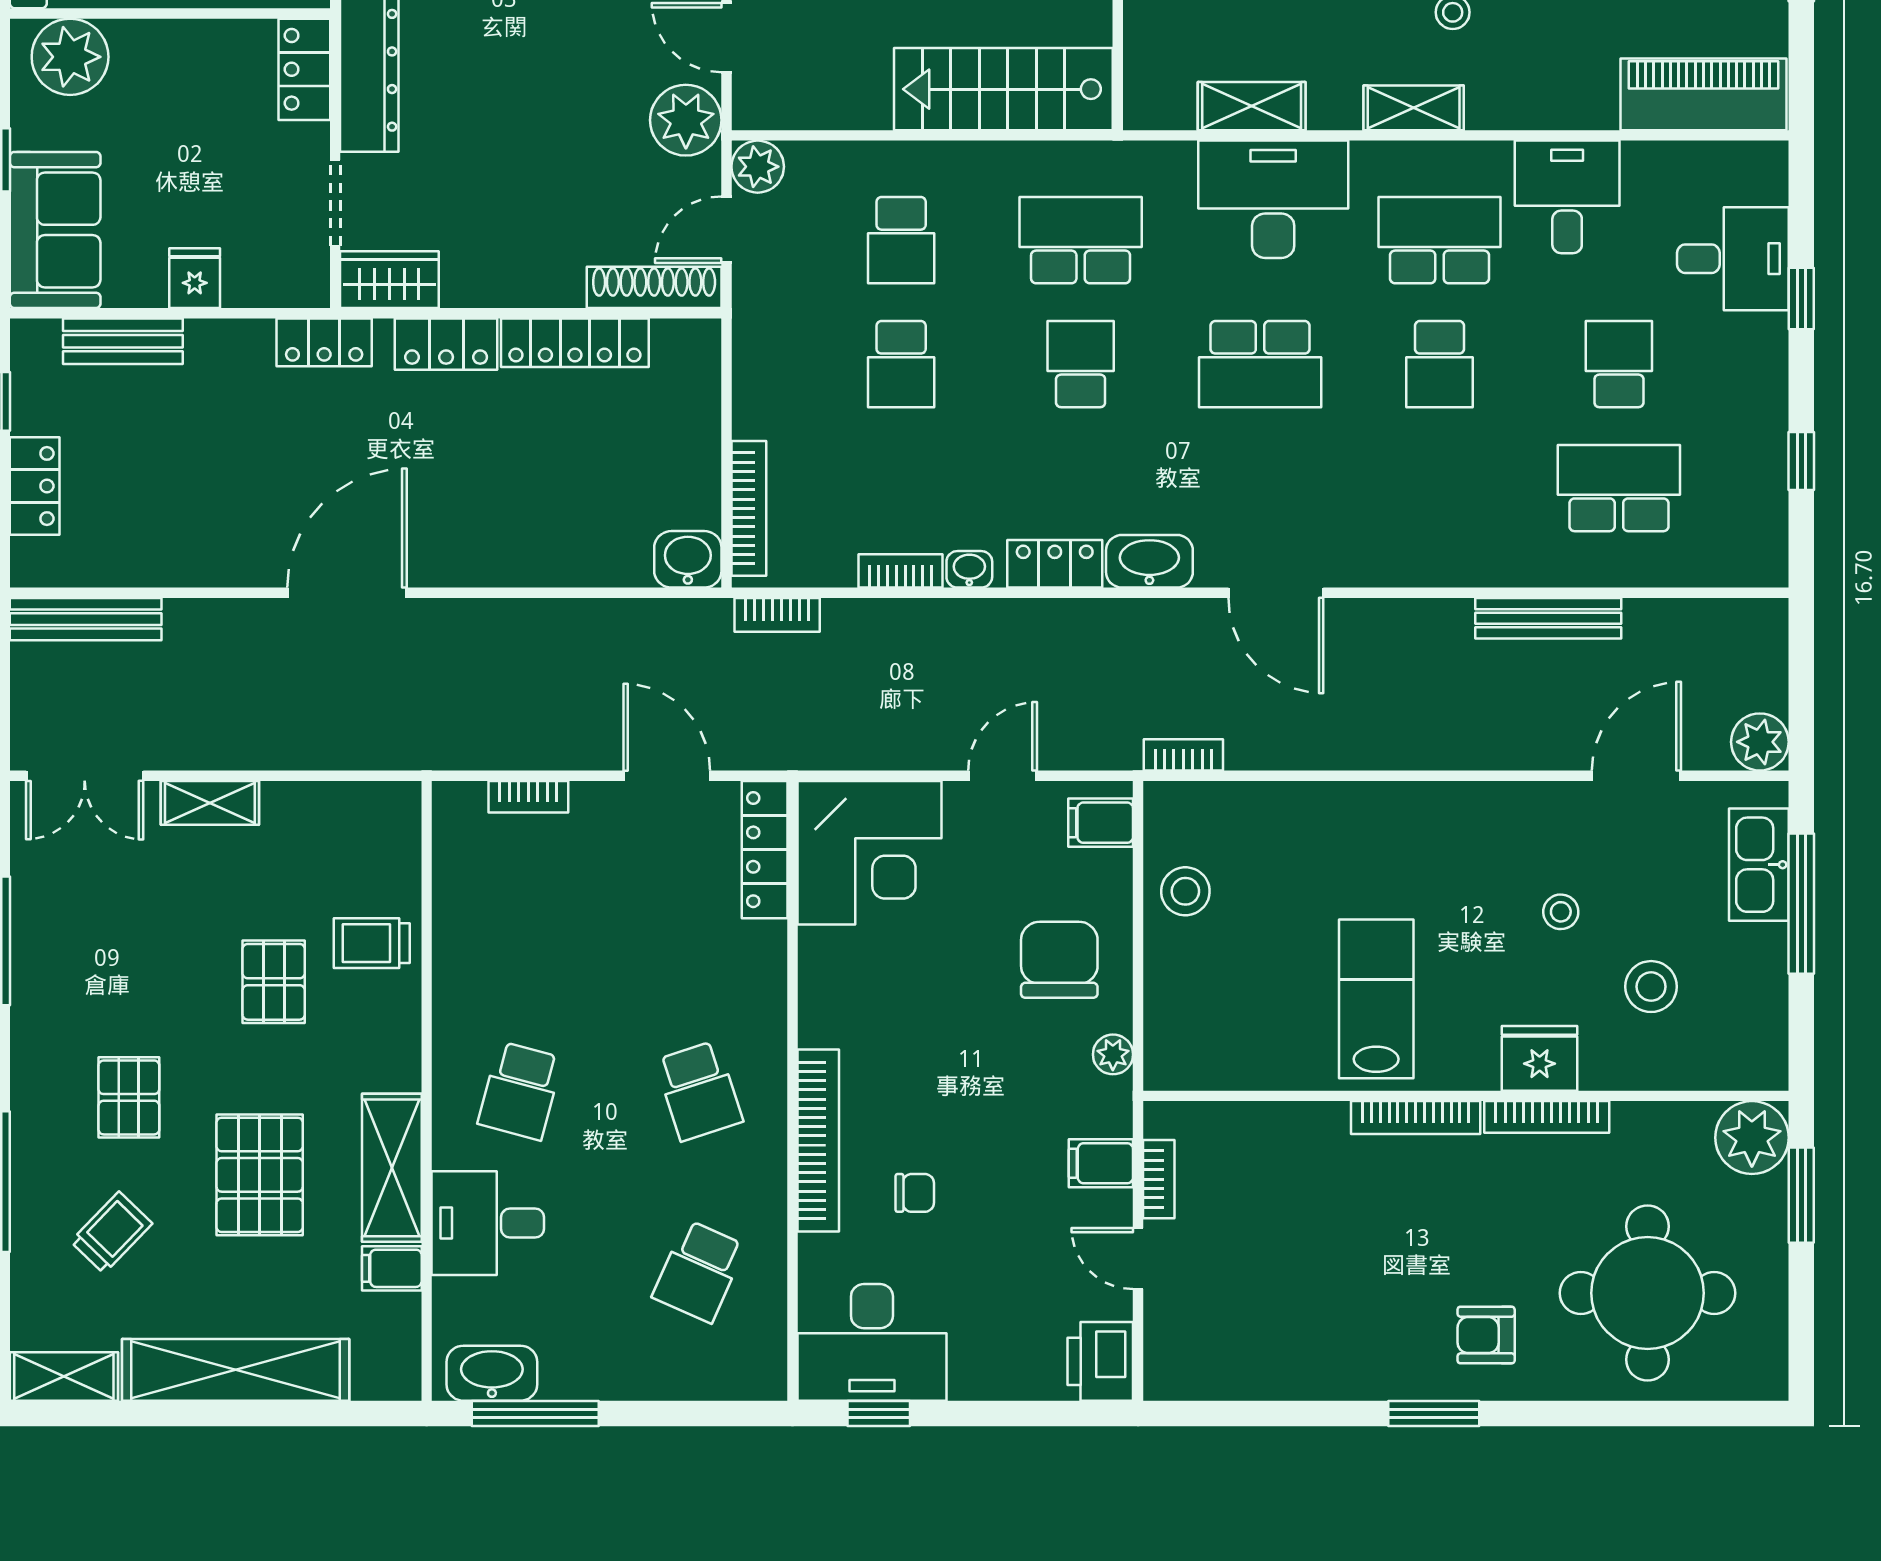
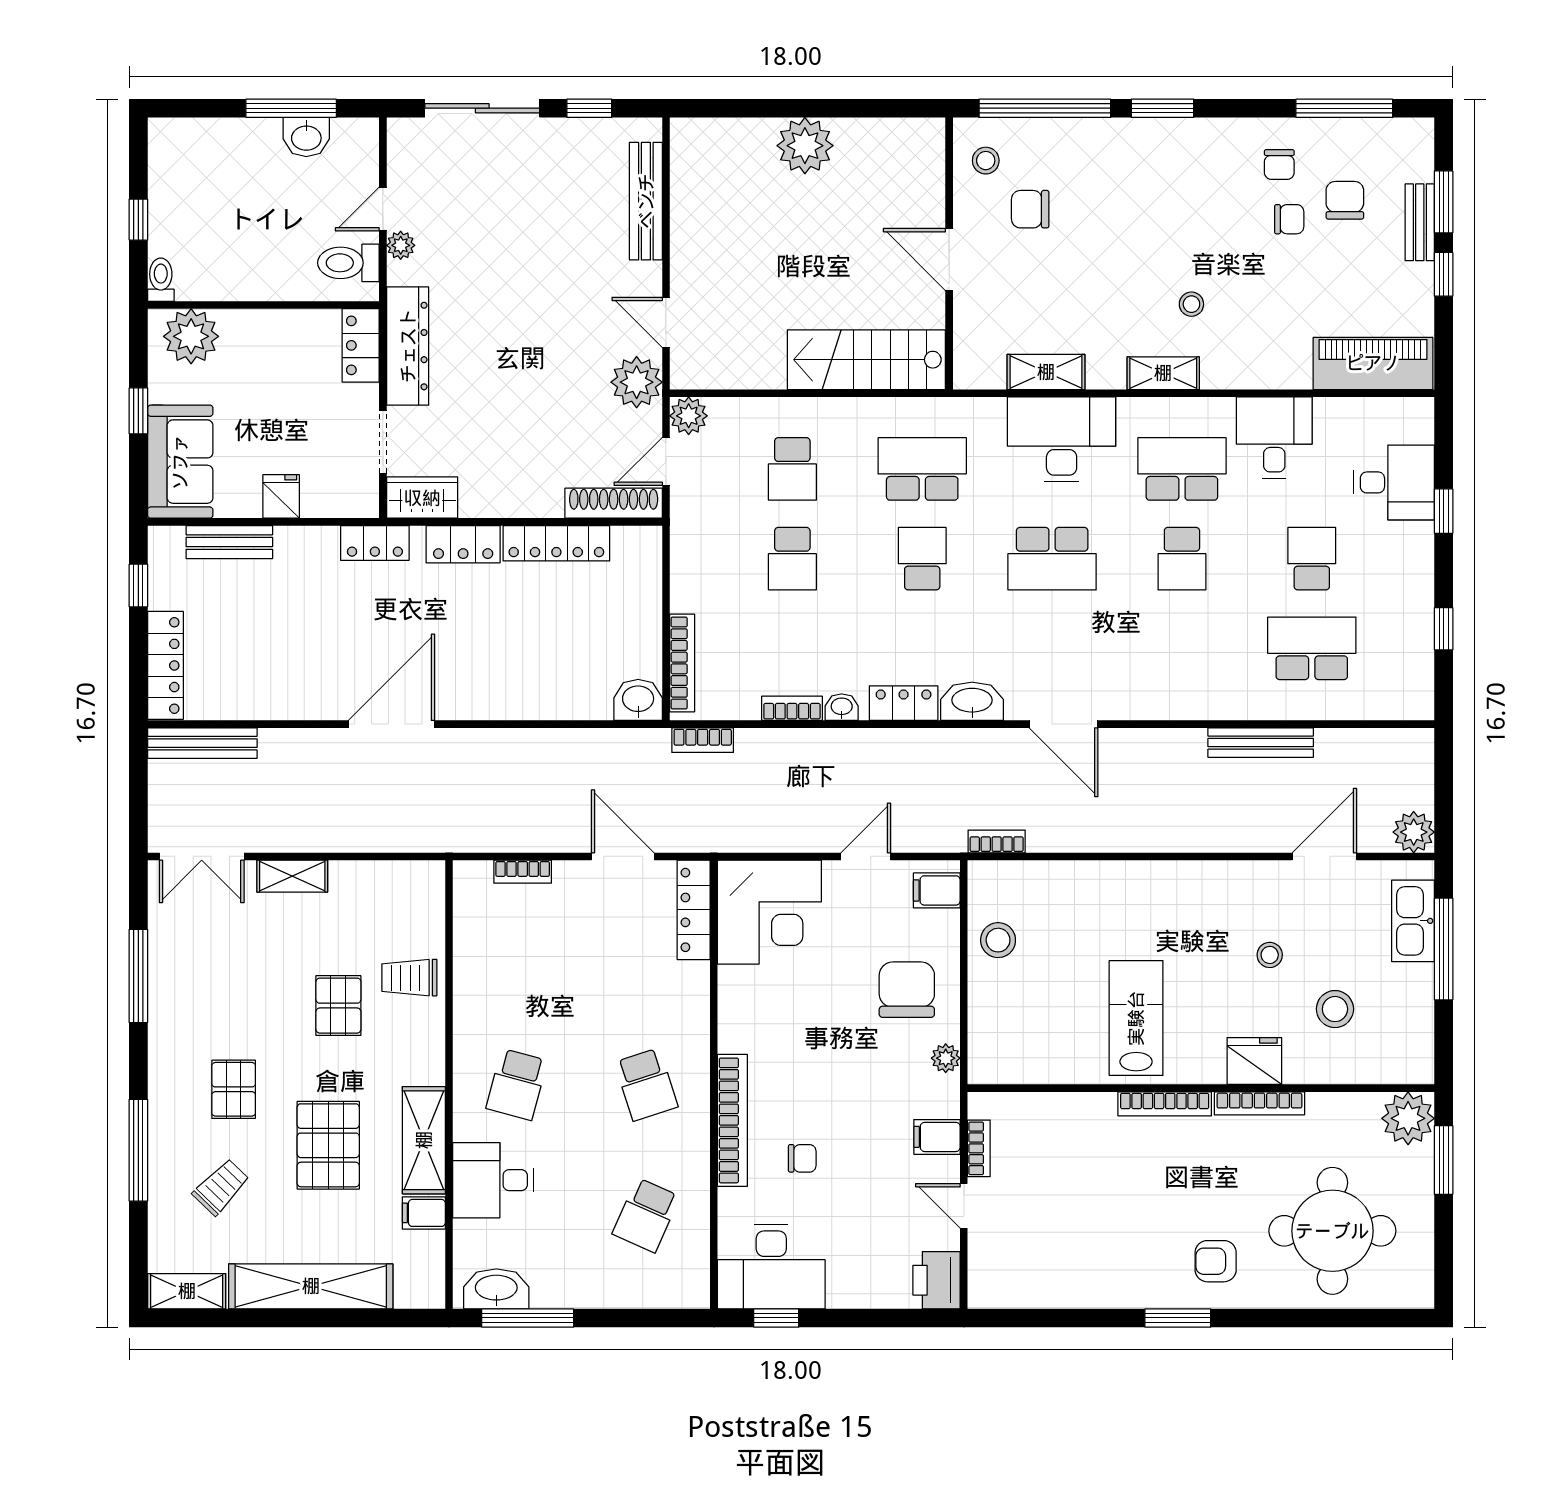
locker: (35, 486) -> (165, 665), width x1.53

